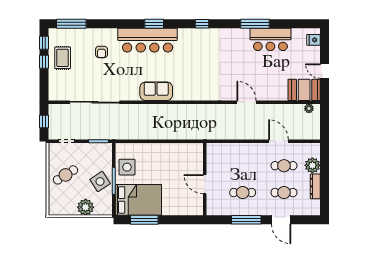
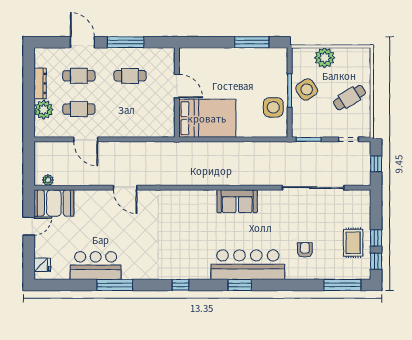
door: (325, 71) -> (29, 226), hinge flipped
bed: (138, 200) -> (207, 118), moved, turned 180

